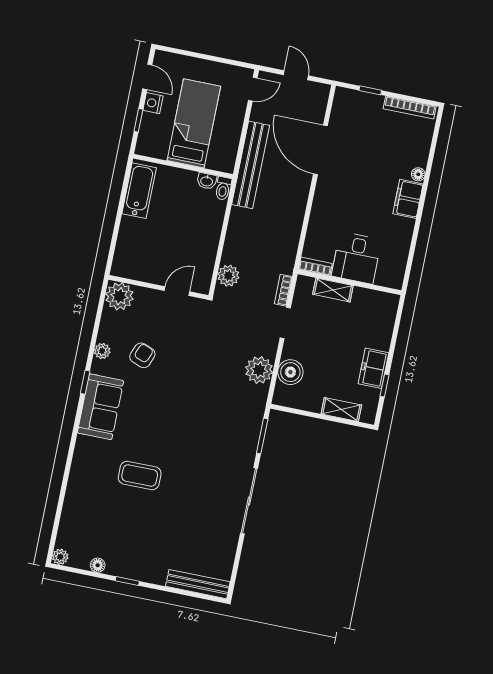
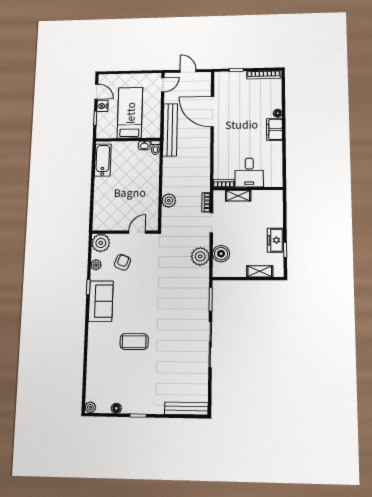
wall: (158, 287) -> (125, 232), moved
door: (177, 291) -> (137, 232), moved
plant: (119, 296) -> (101, 243), moved

